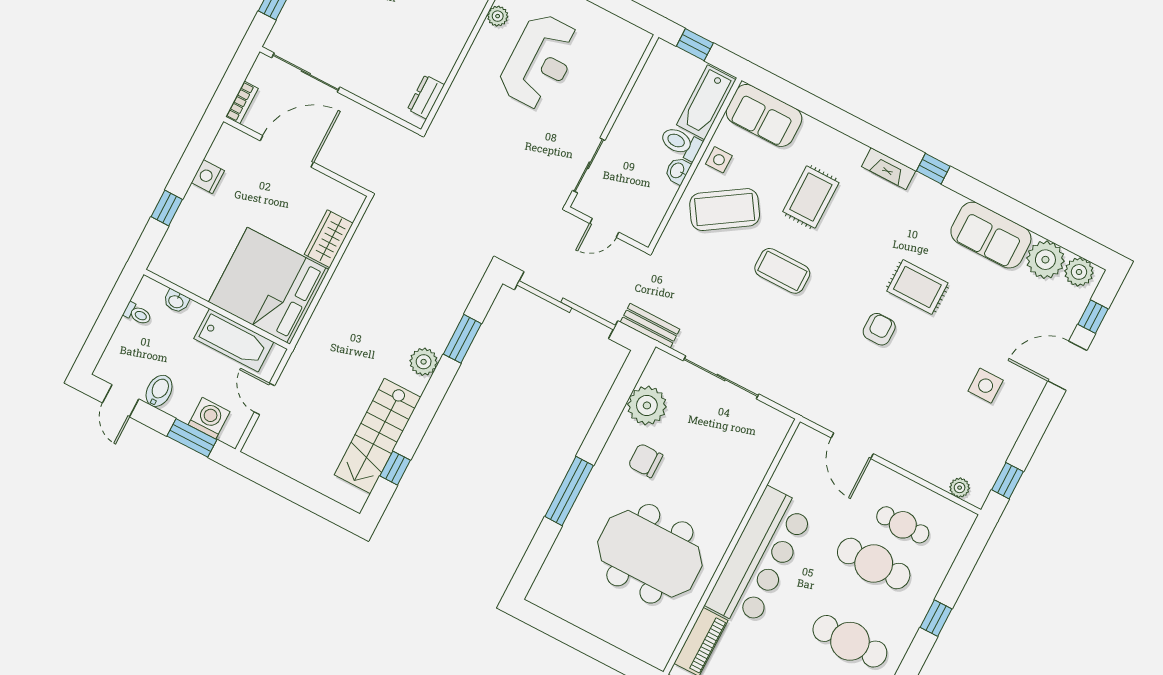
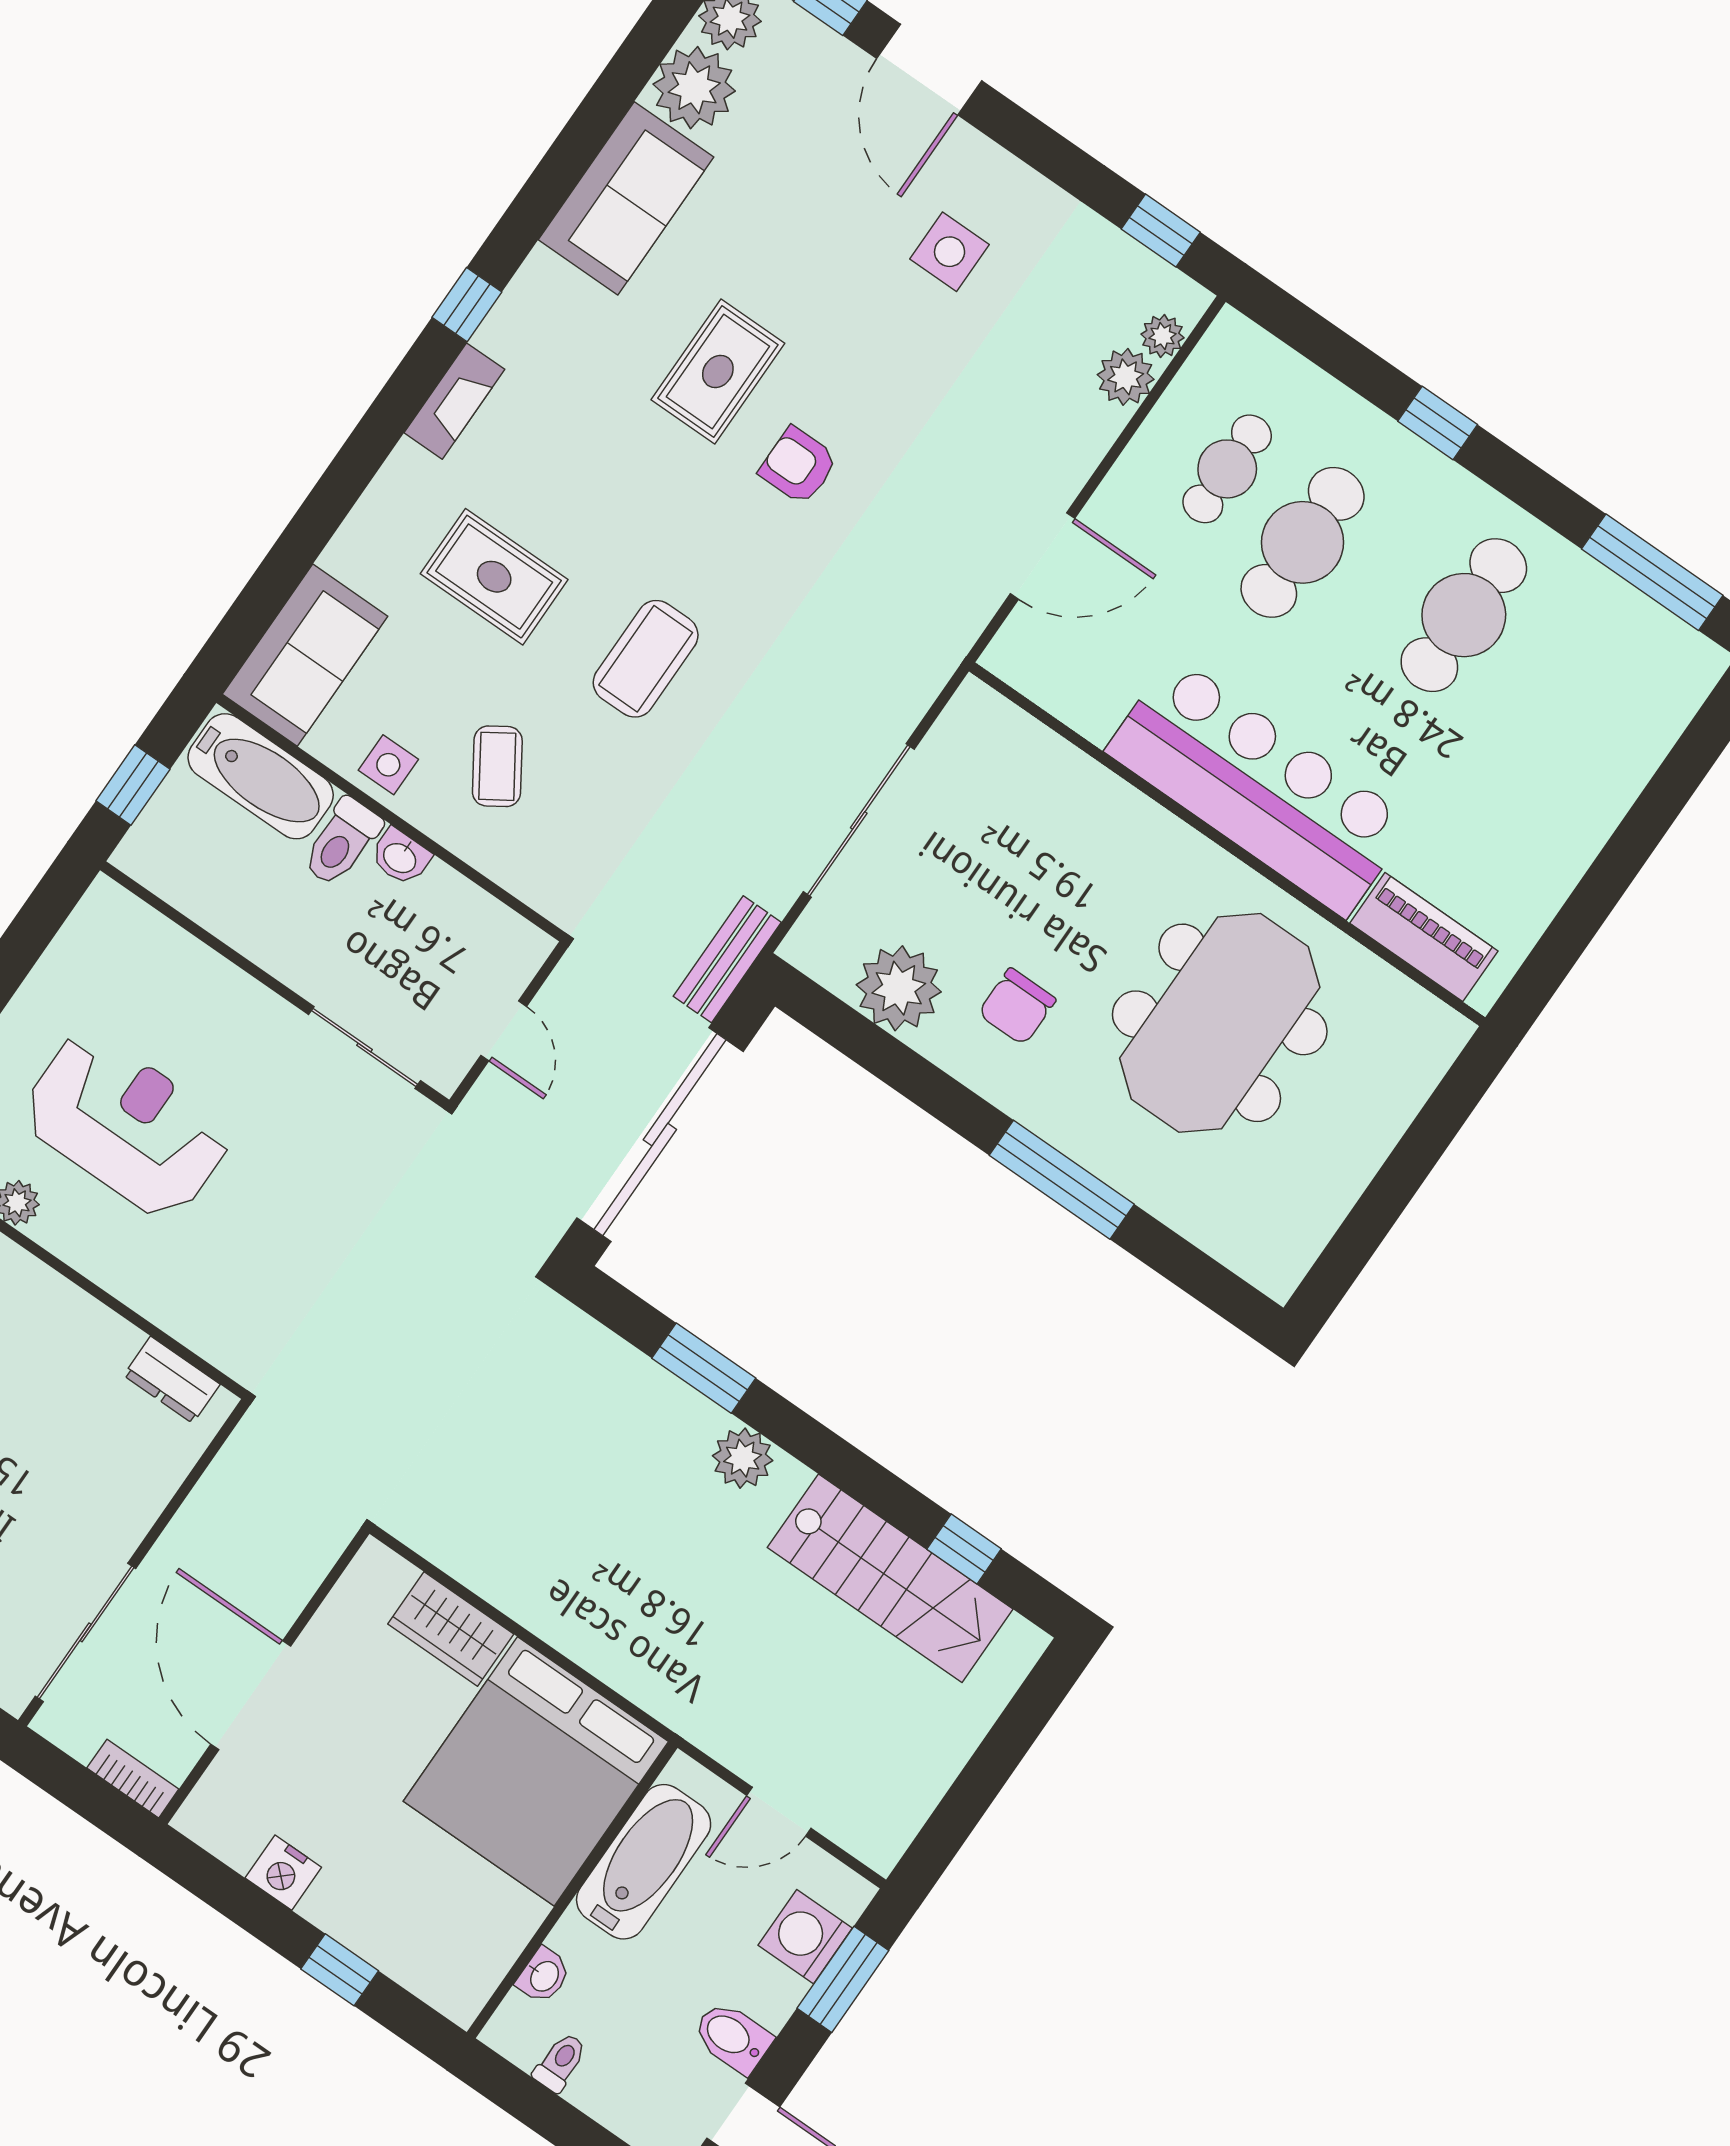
coffee table: (725, 210) -> (497, 766), width x0.54, depth x0.58
plant: (939, 473) -> (1126, 377), added

